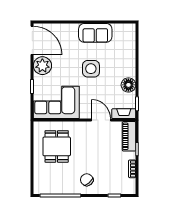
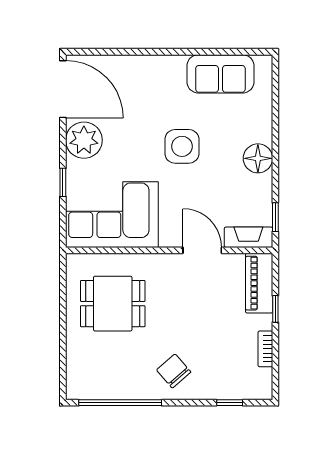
sofa: (95, 33) -> (220, 74), moved
floor lamp: (128, 85) -> (258, 158), moved
dining table: (57, 146) -> (113, 304), turned 90

